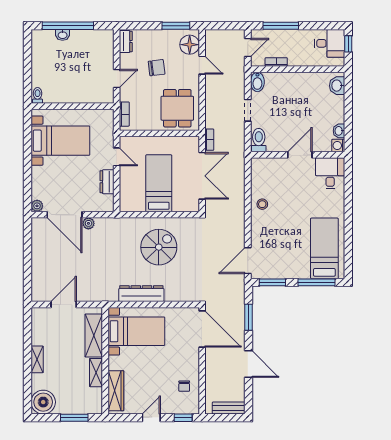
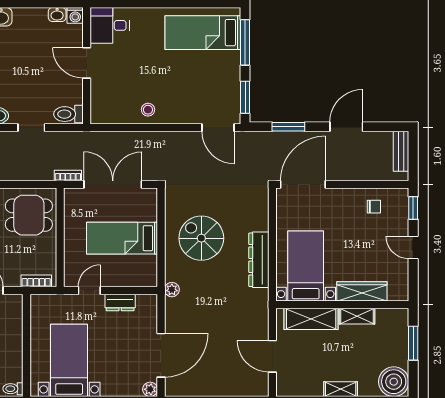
plant: (88, 223) -> (172, 290), moved
wardrobe: (116, 391) -> (362, 291), moved

